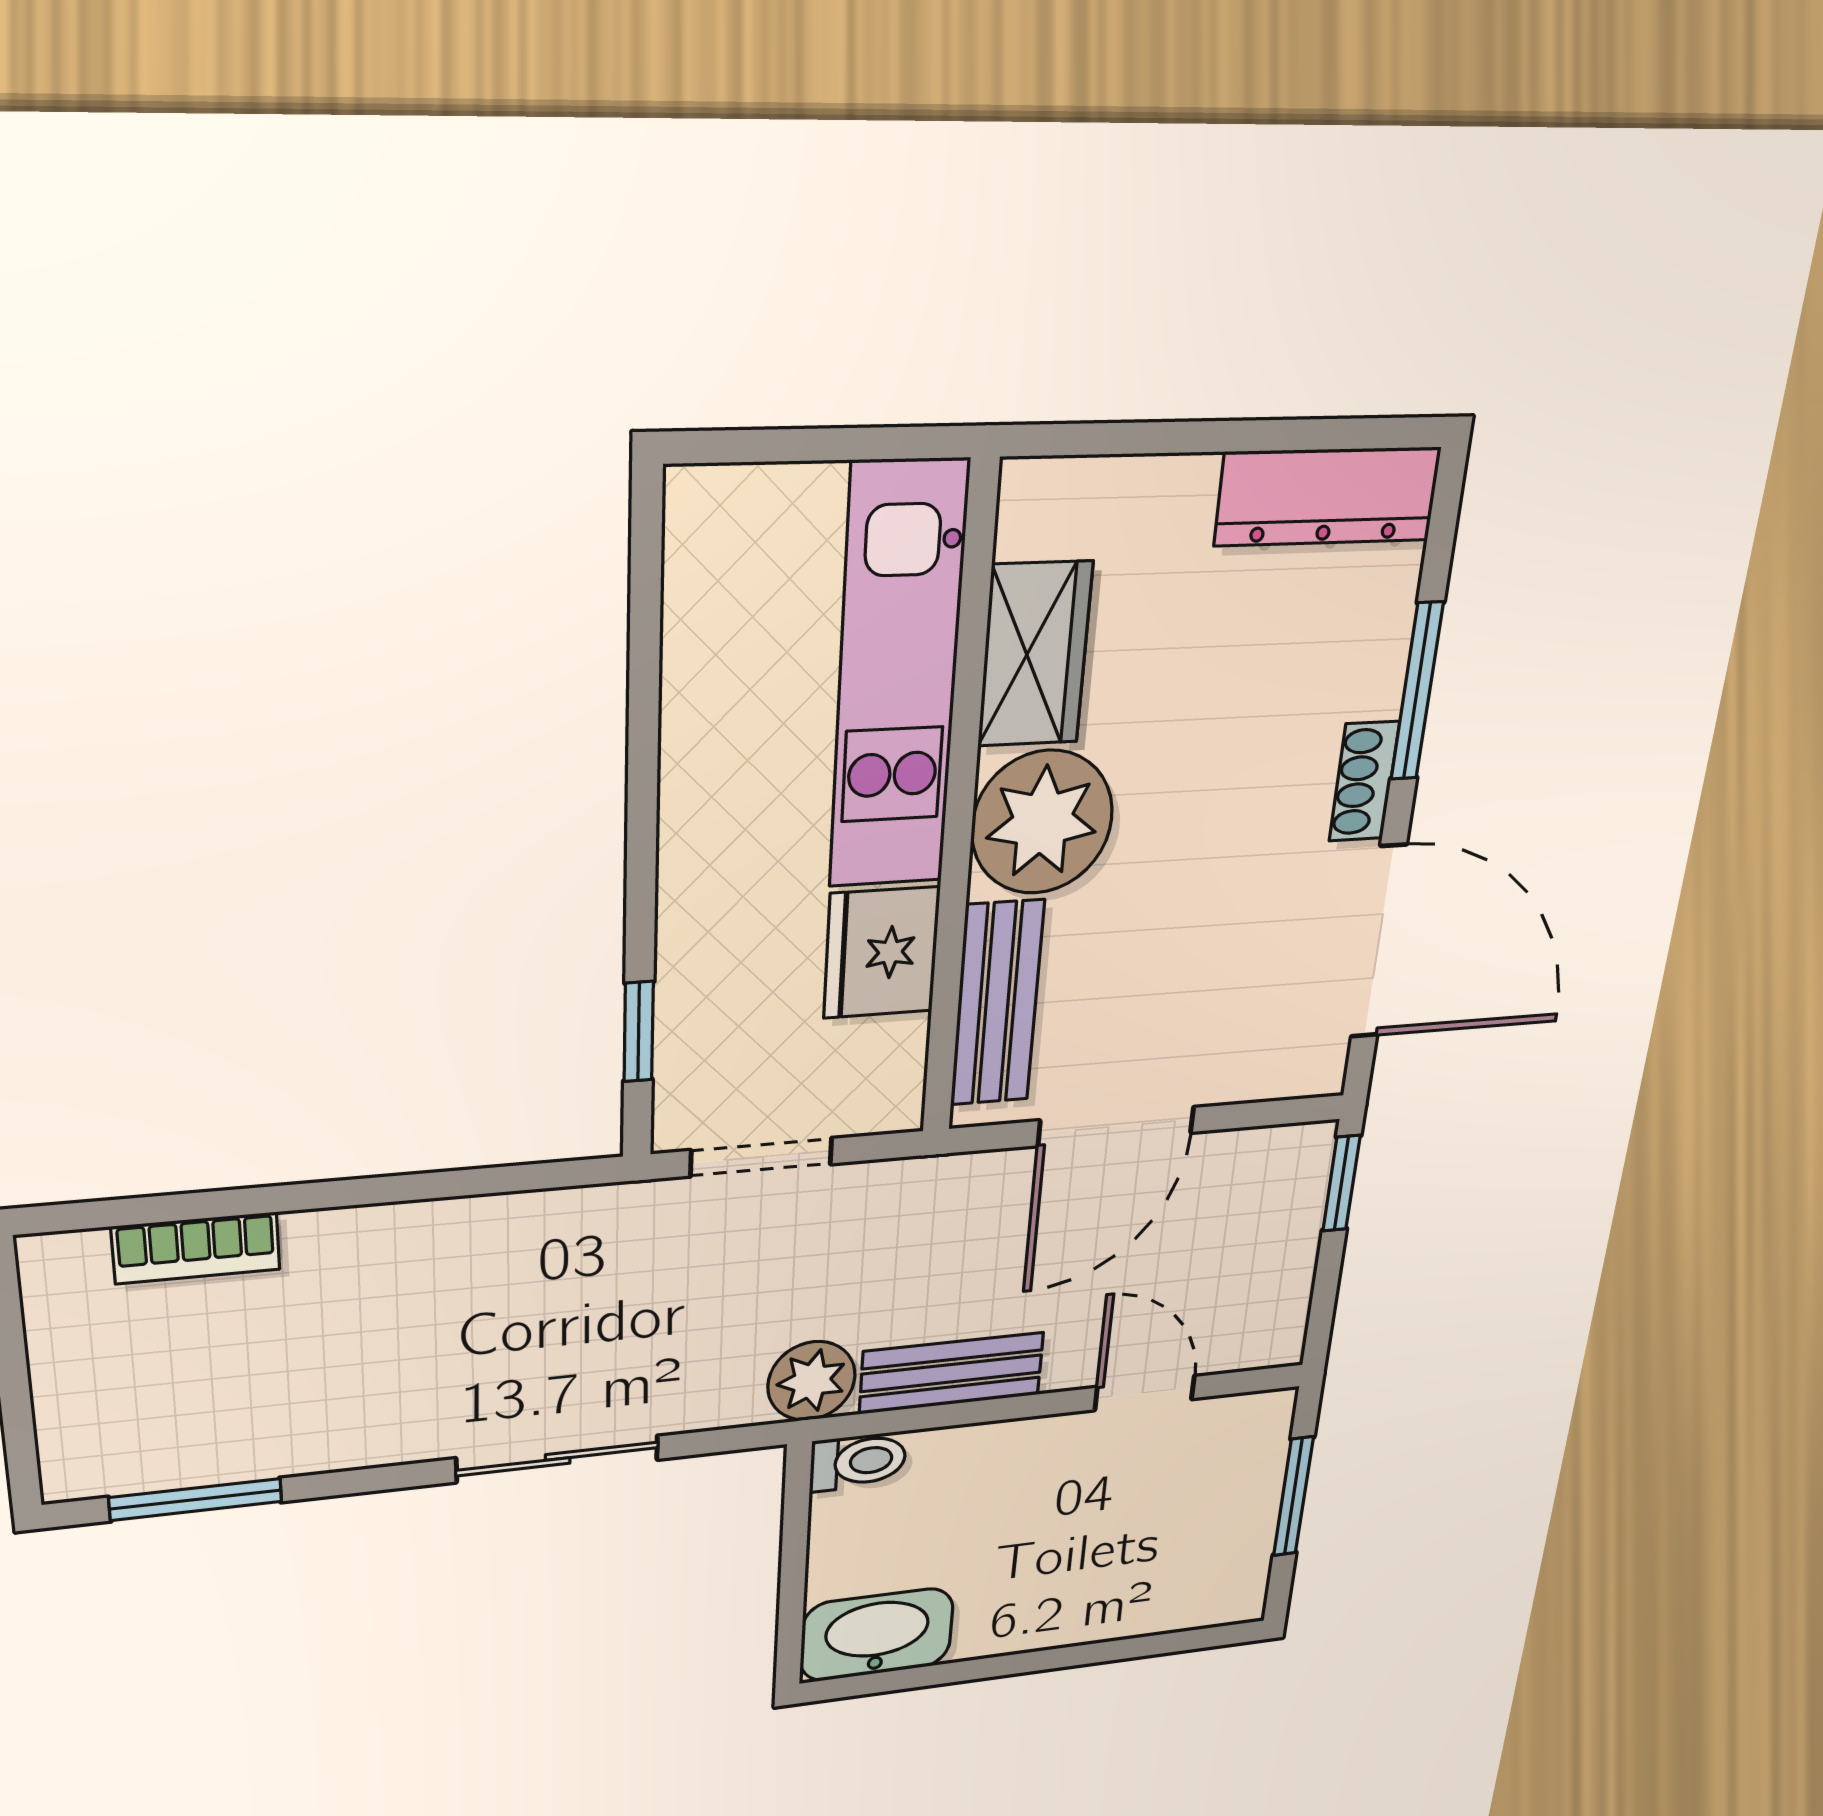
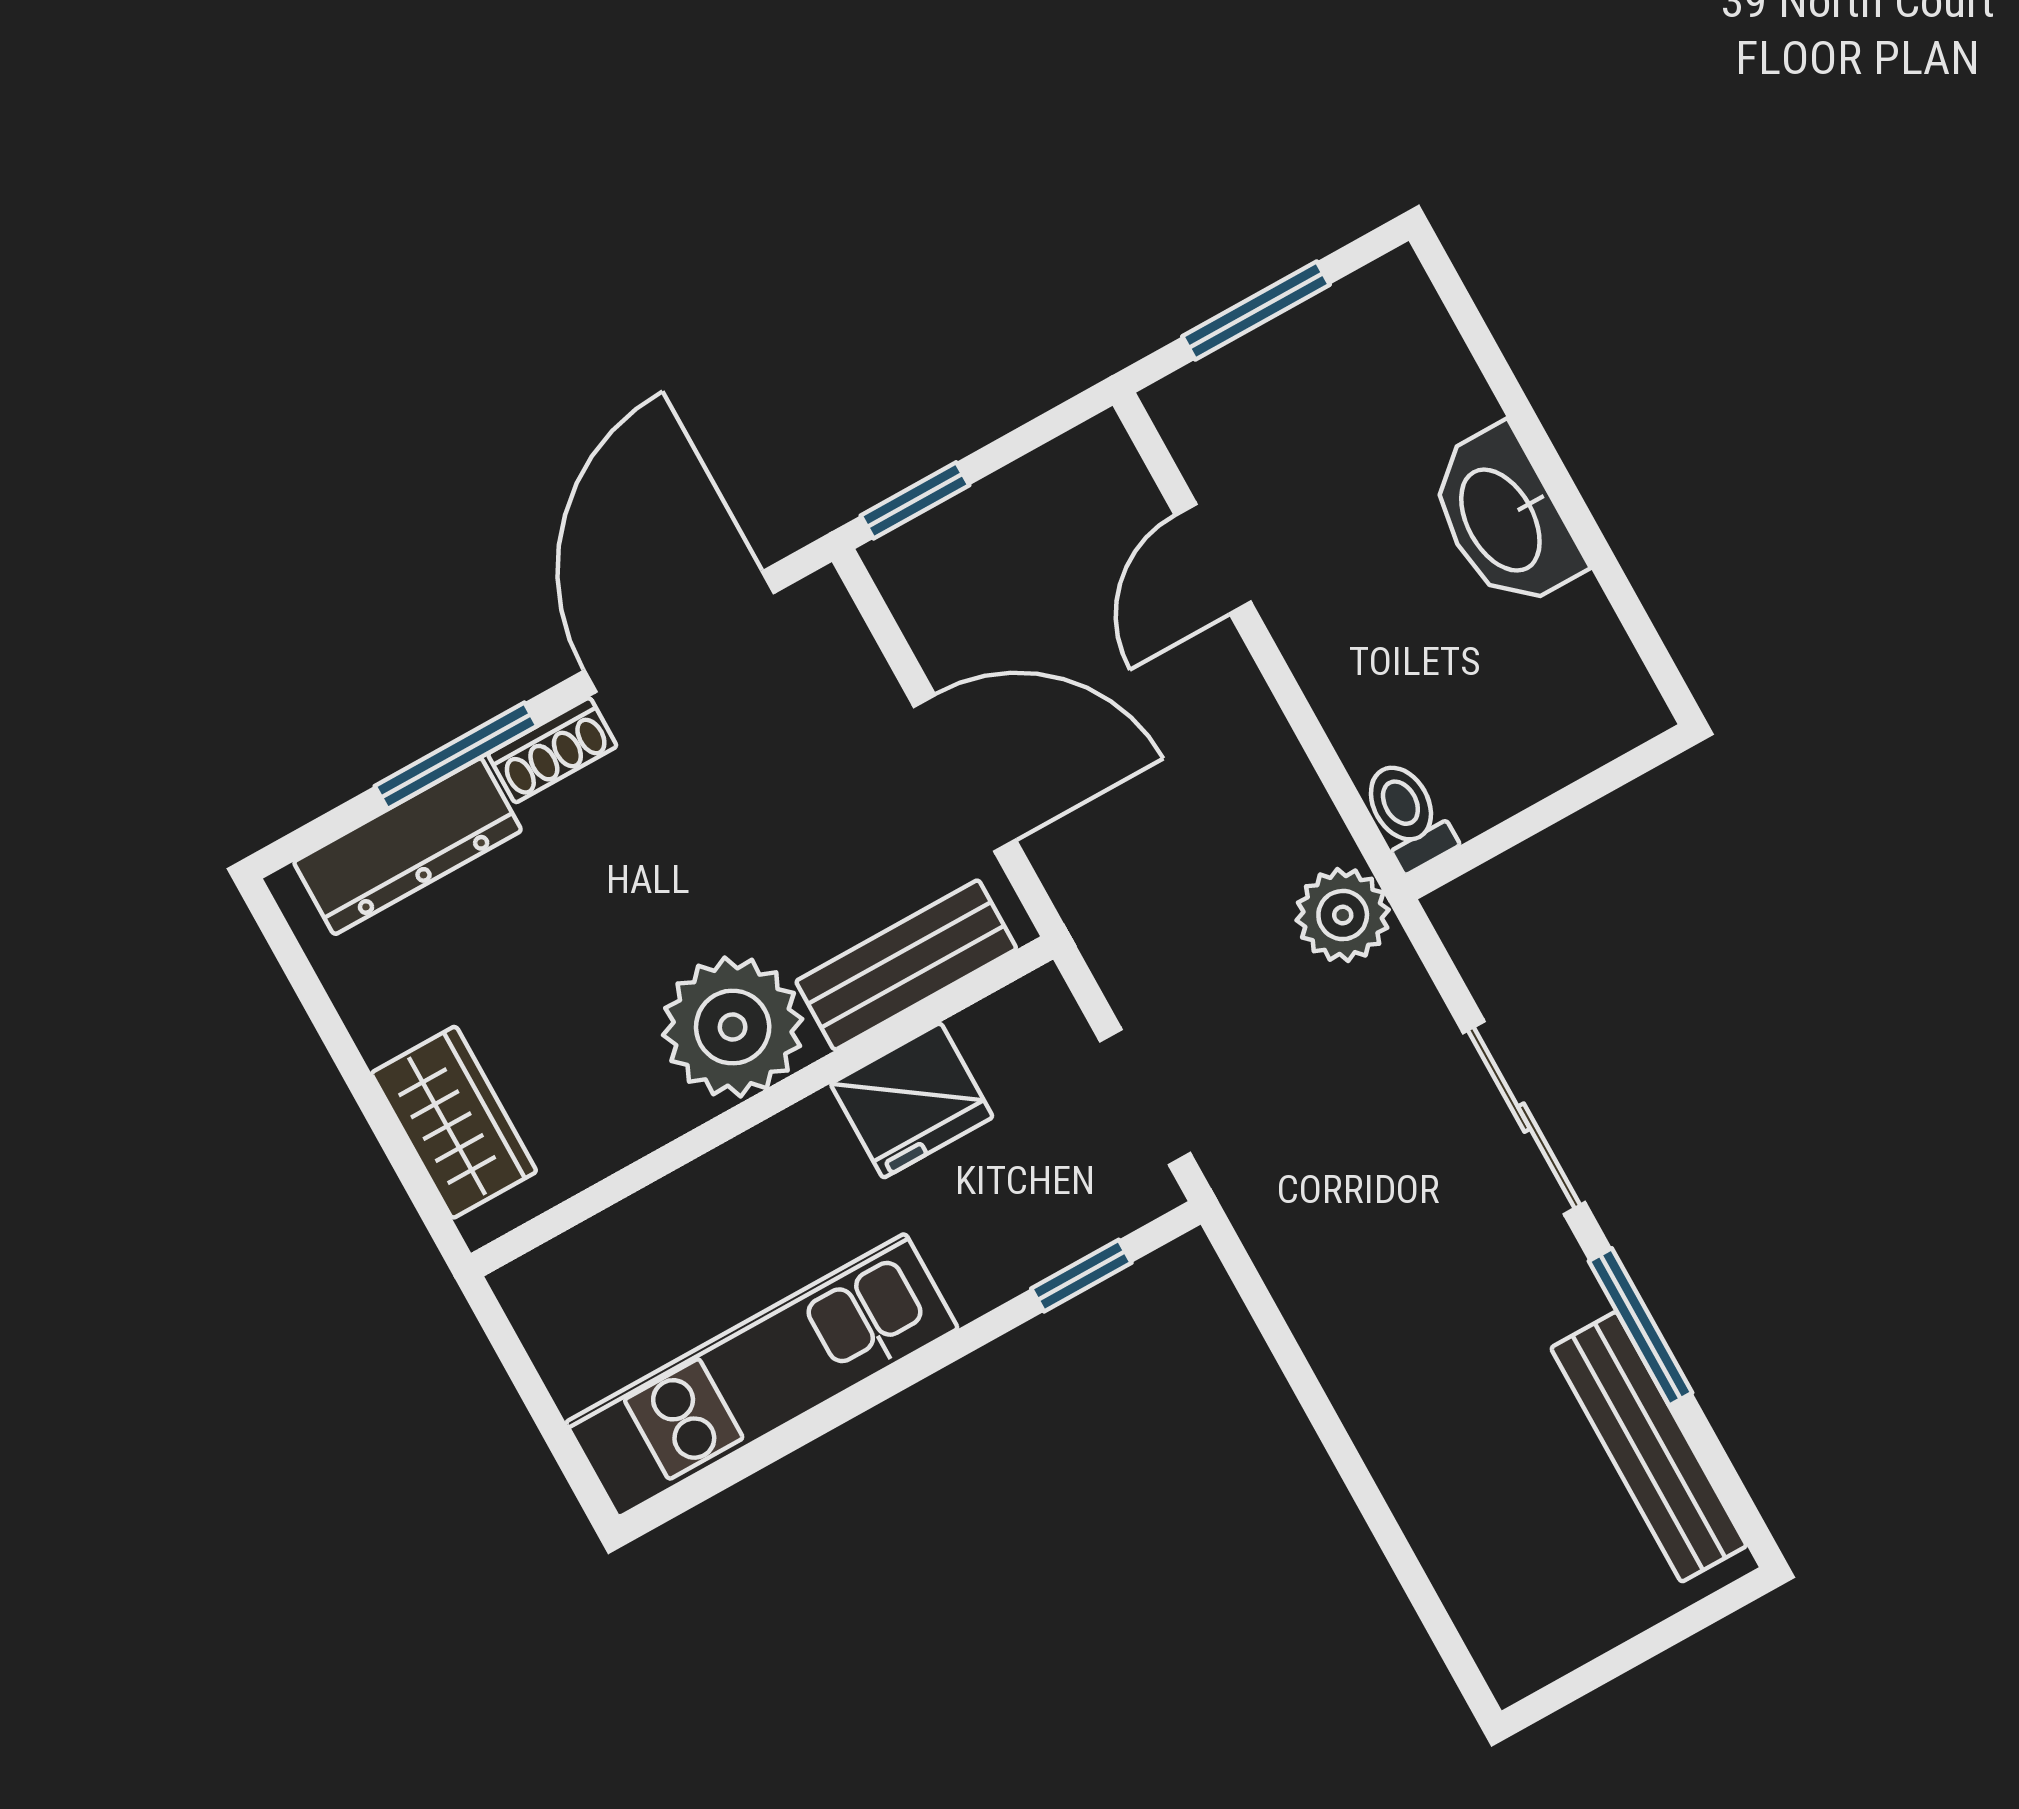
dresser: (1328, 496) -> (408, 846), moved, turned 90
wardrobe: (1035, 654) -> (454, 1122), moved, turned 90
kitchen unit: (898, 678) -> (762, 1375), moved, turned 180
bookcase: (196, 1248) -> (1449, 1553), removed
bench: (951, 1373) -> (1649, 1447), moved, width x1.36
window: (196, 1500) -> (1640, 1327), moved
washbasin: (877, 1635) -> (1503, 519), moved

